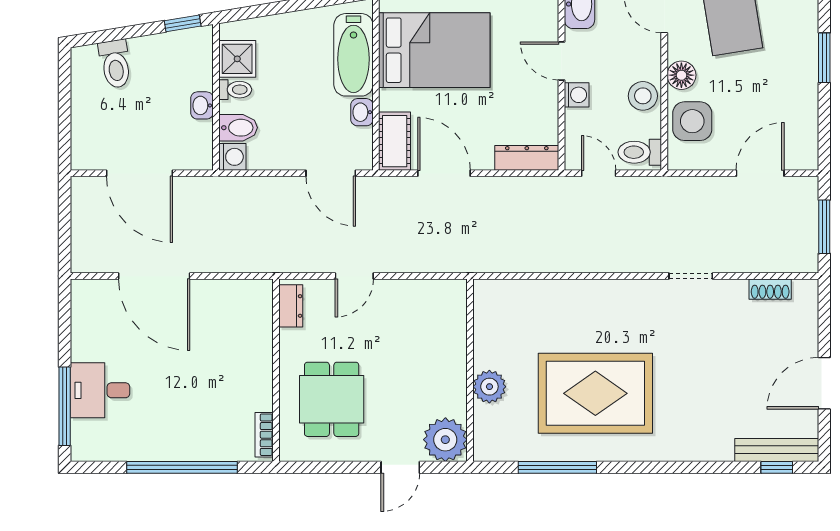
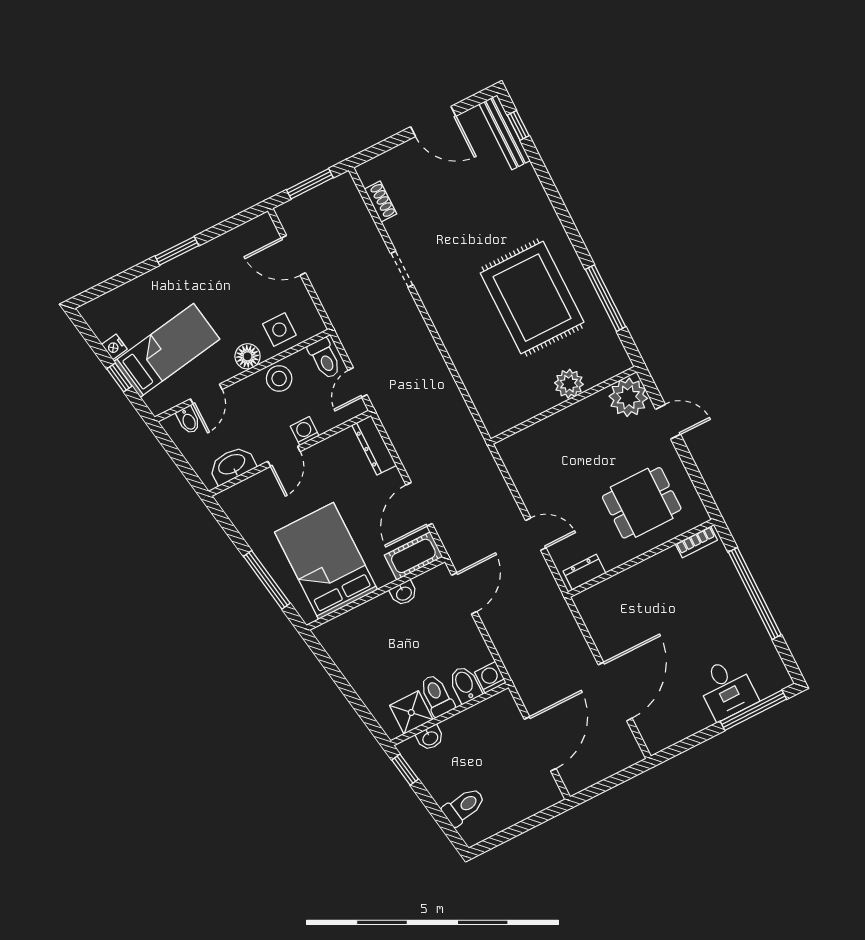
bathtub: (353, 55) -> (362, 623), removed
toilet: (235, 90) -> (437, 695), width x1.37, depth x1.39
washbasin: (202, 105) -> (430, 738), moved
side table: (692, 121) -> (279, 330), width x0.73, depth x0.73

